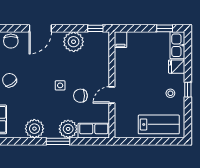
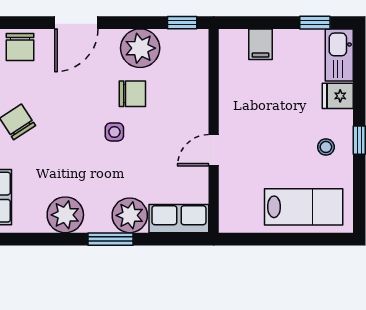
filing cabinet: (120, 40) -> (260, 44), moved
chair: (80, 96) -> (132, 94), moved, turned 180

